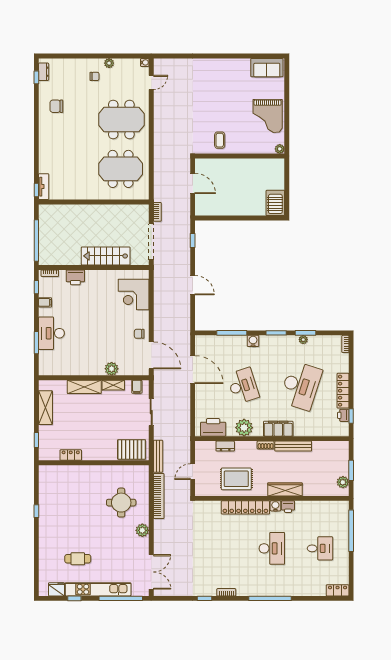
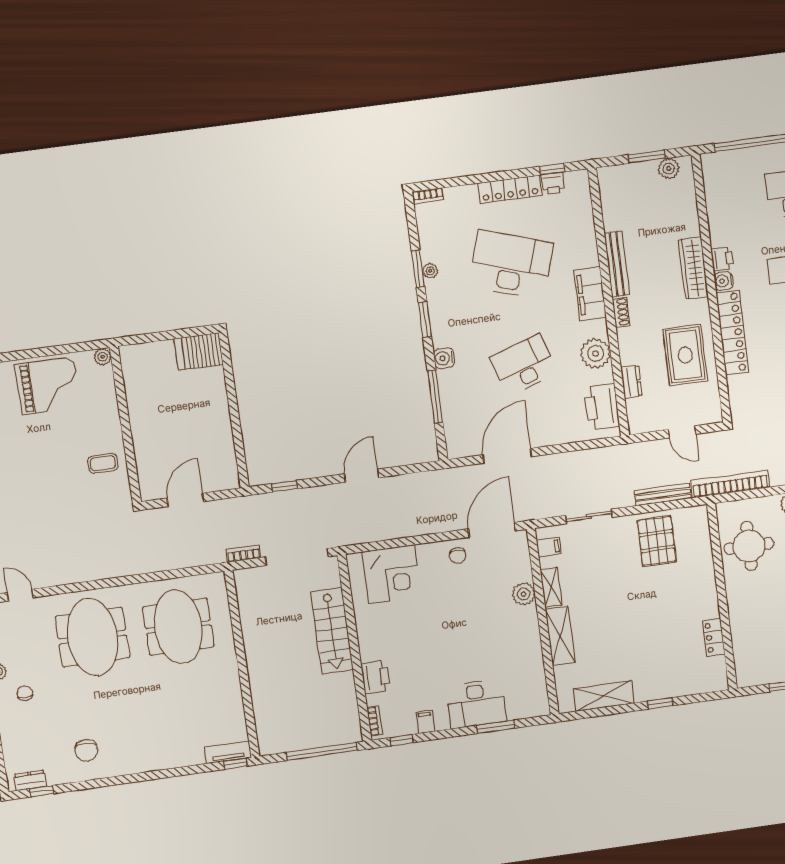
locker: (71, 455) -> (714, 637), moved
wall: (94, 463) -> (722, 597), moved

